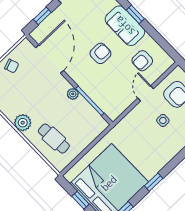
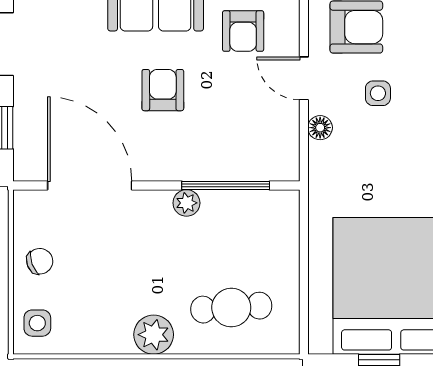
floor lamp: (135, 113) -> (320, 128), added

